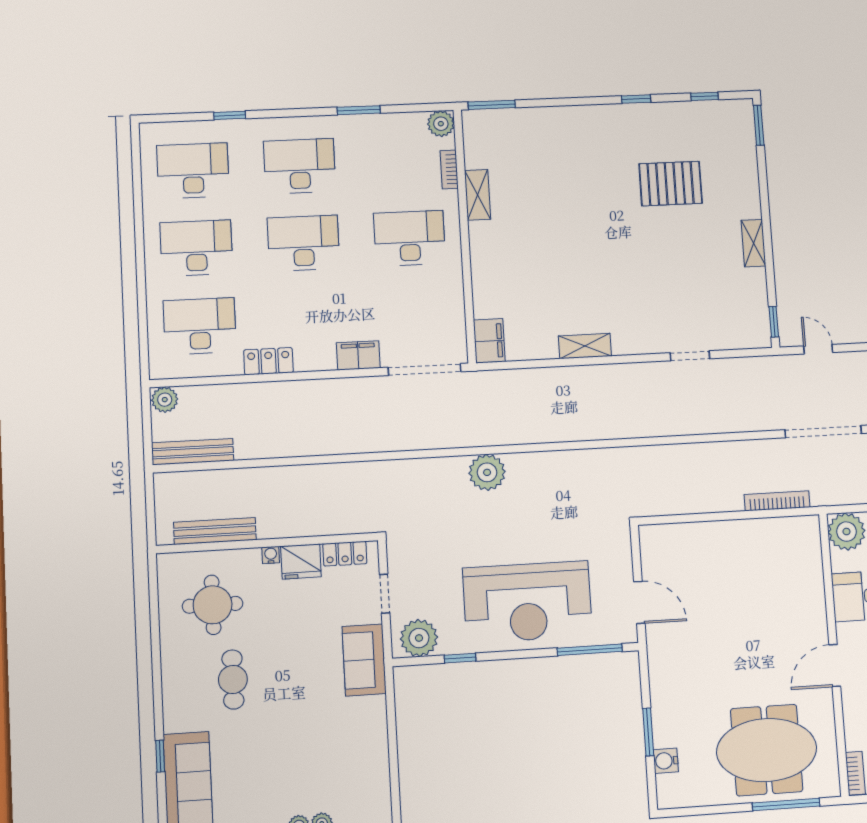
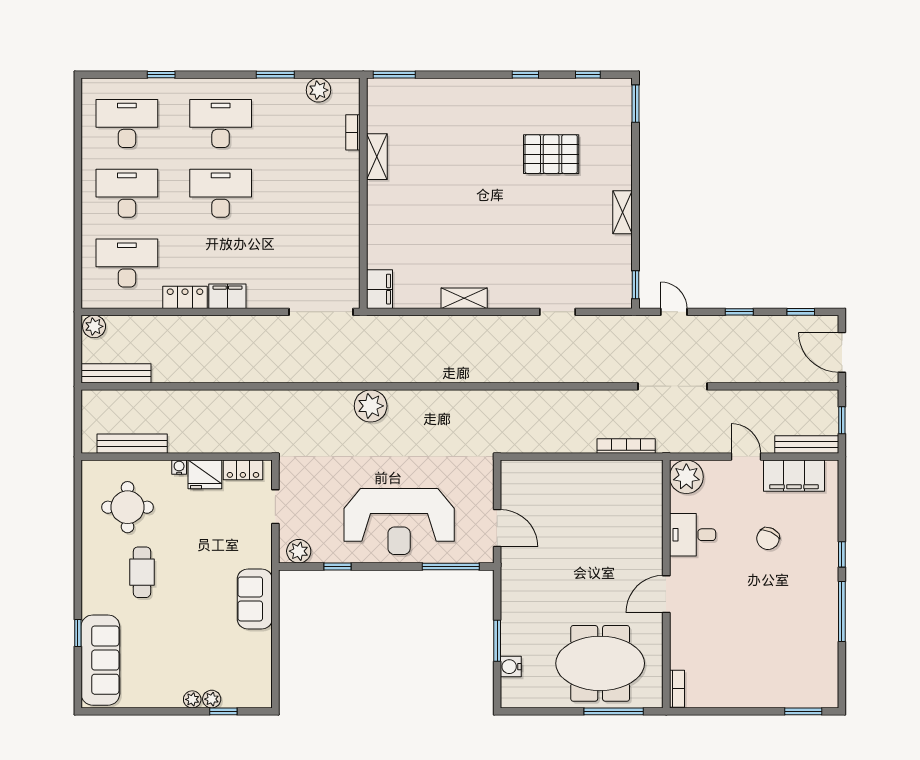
plant: (441, 124) -> (319, 90), moved
desk: (410, 238) -> (314, 193), removed
filing cabinet: (358, 355) -> (227, 296), moved
plant: (419, 638) -> (299, 551), width x0.73, depth x0.73
sofa: (364, 660) -> (255, 599), moved

